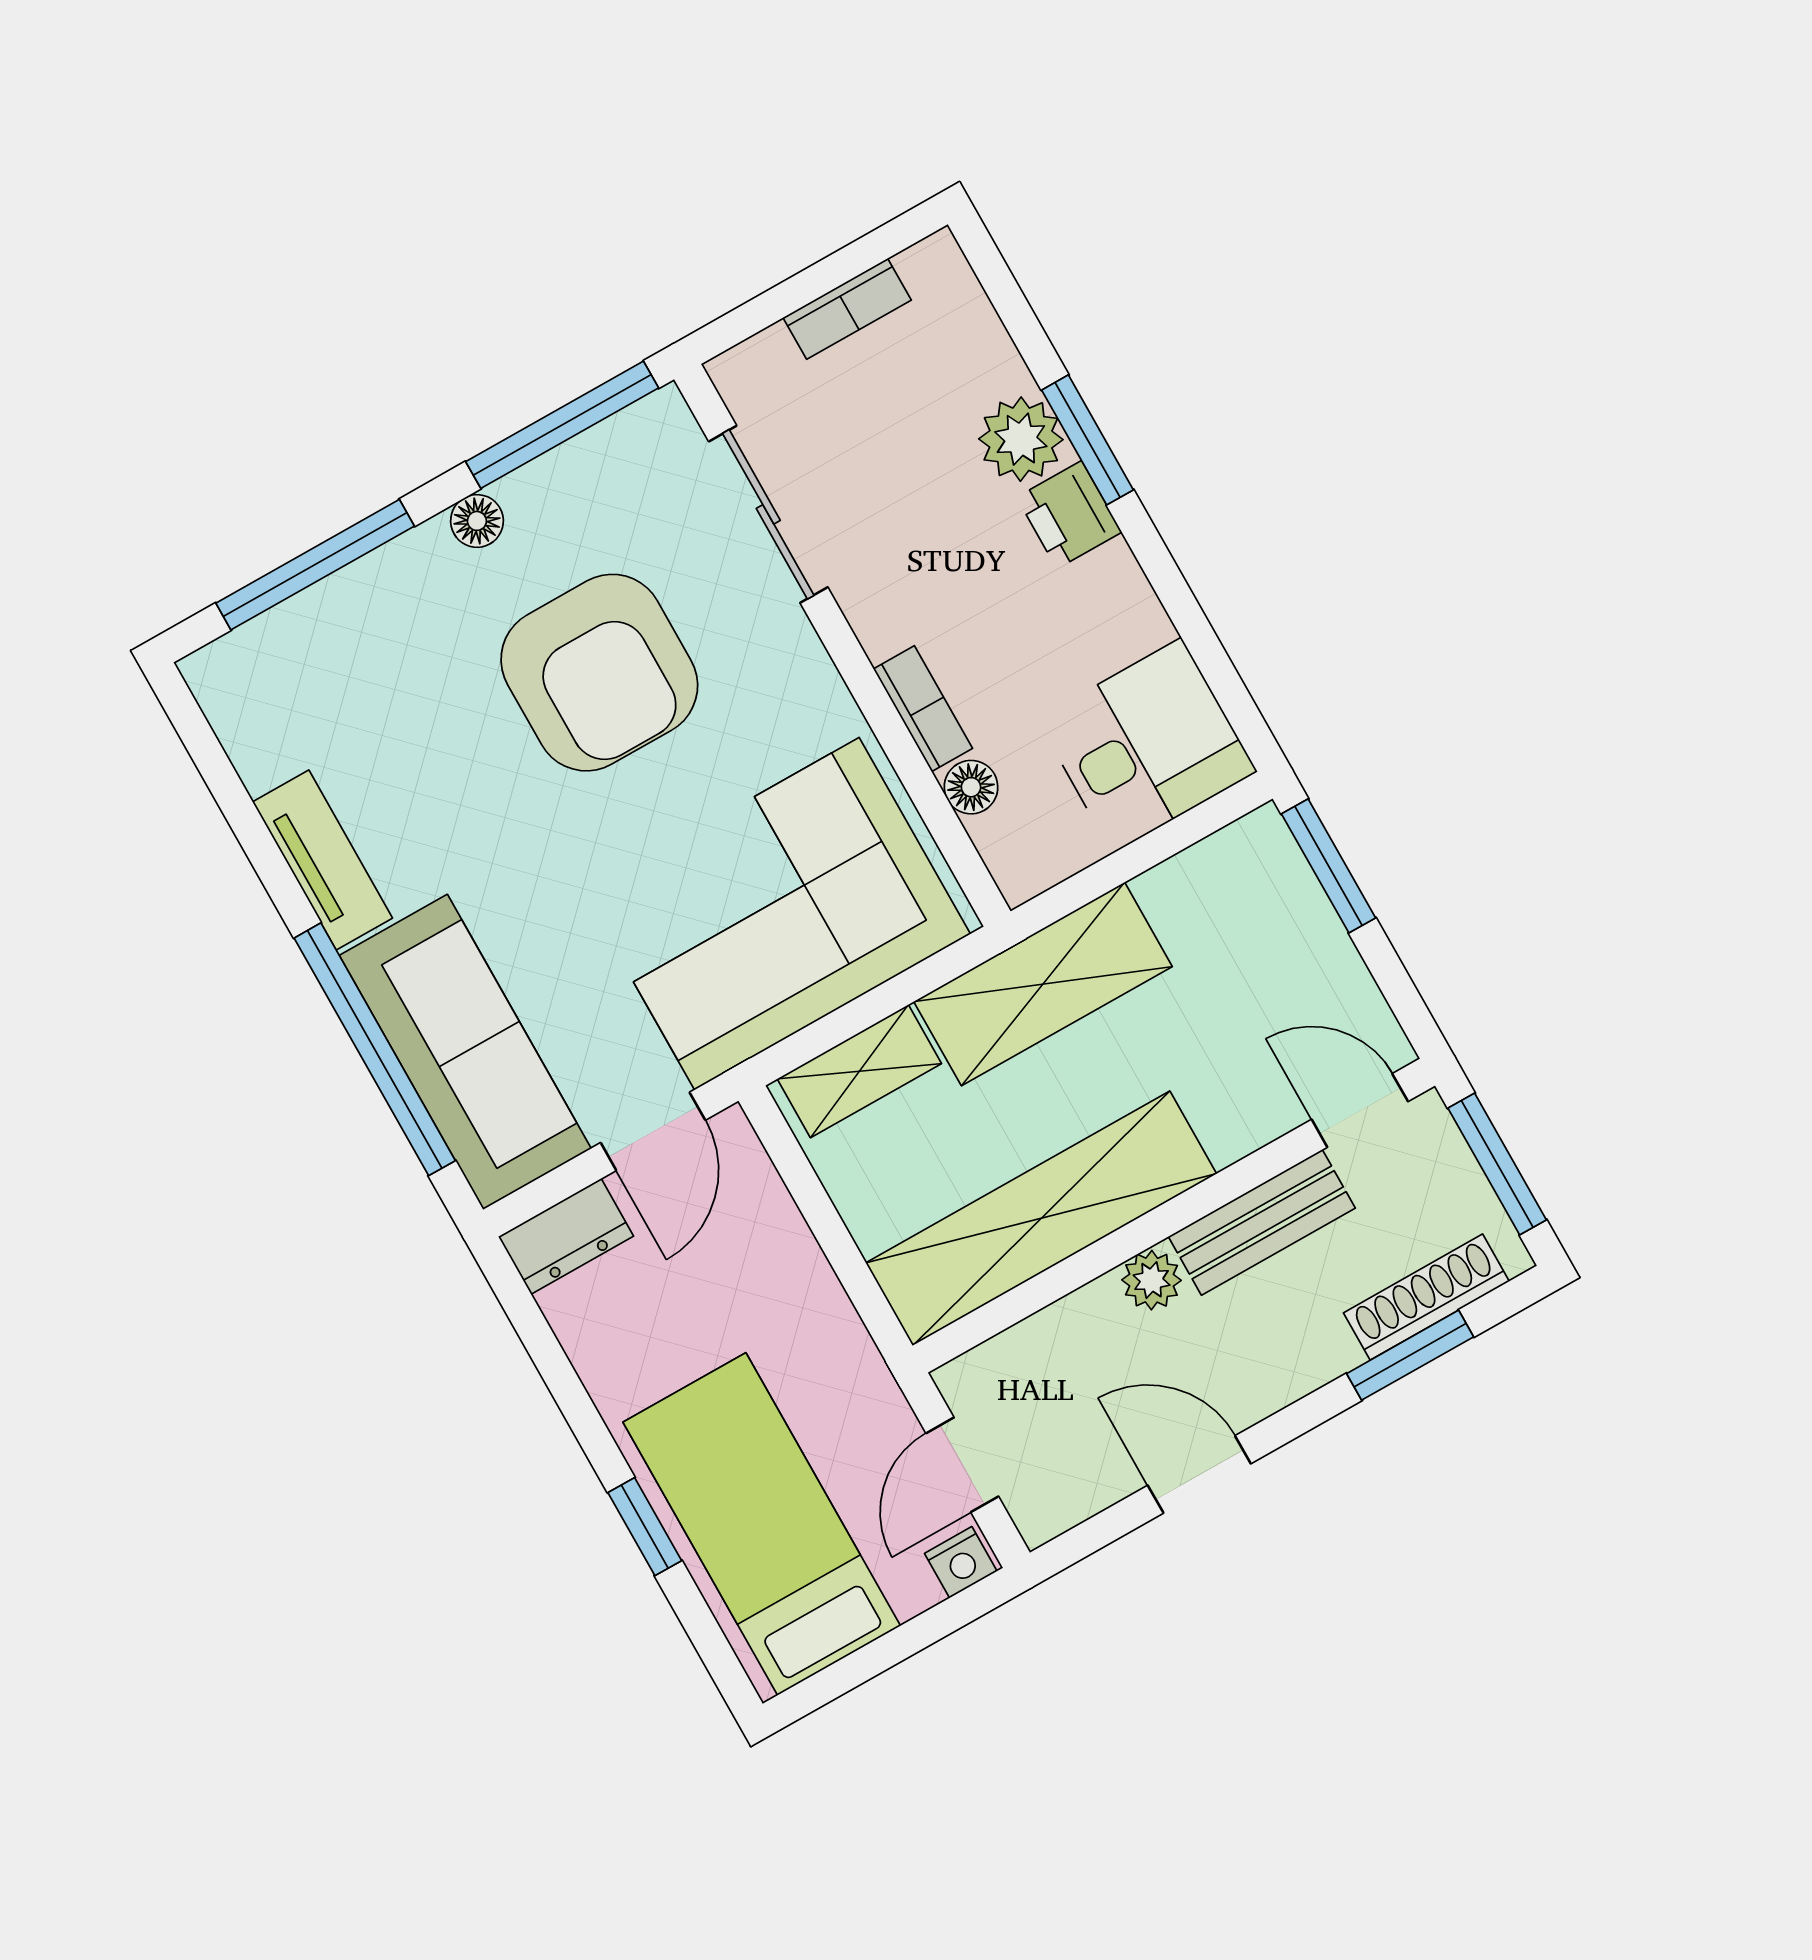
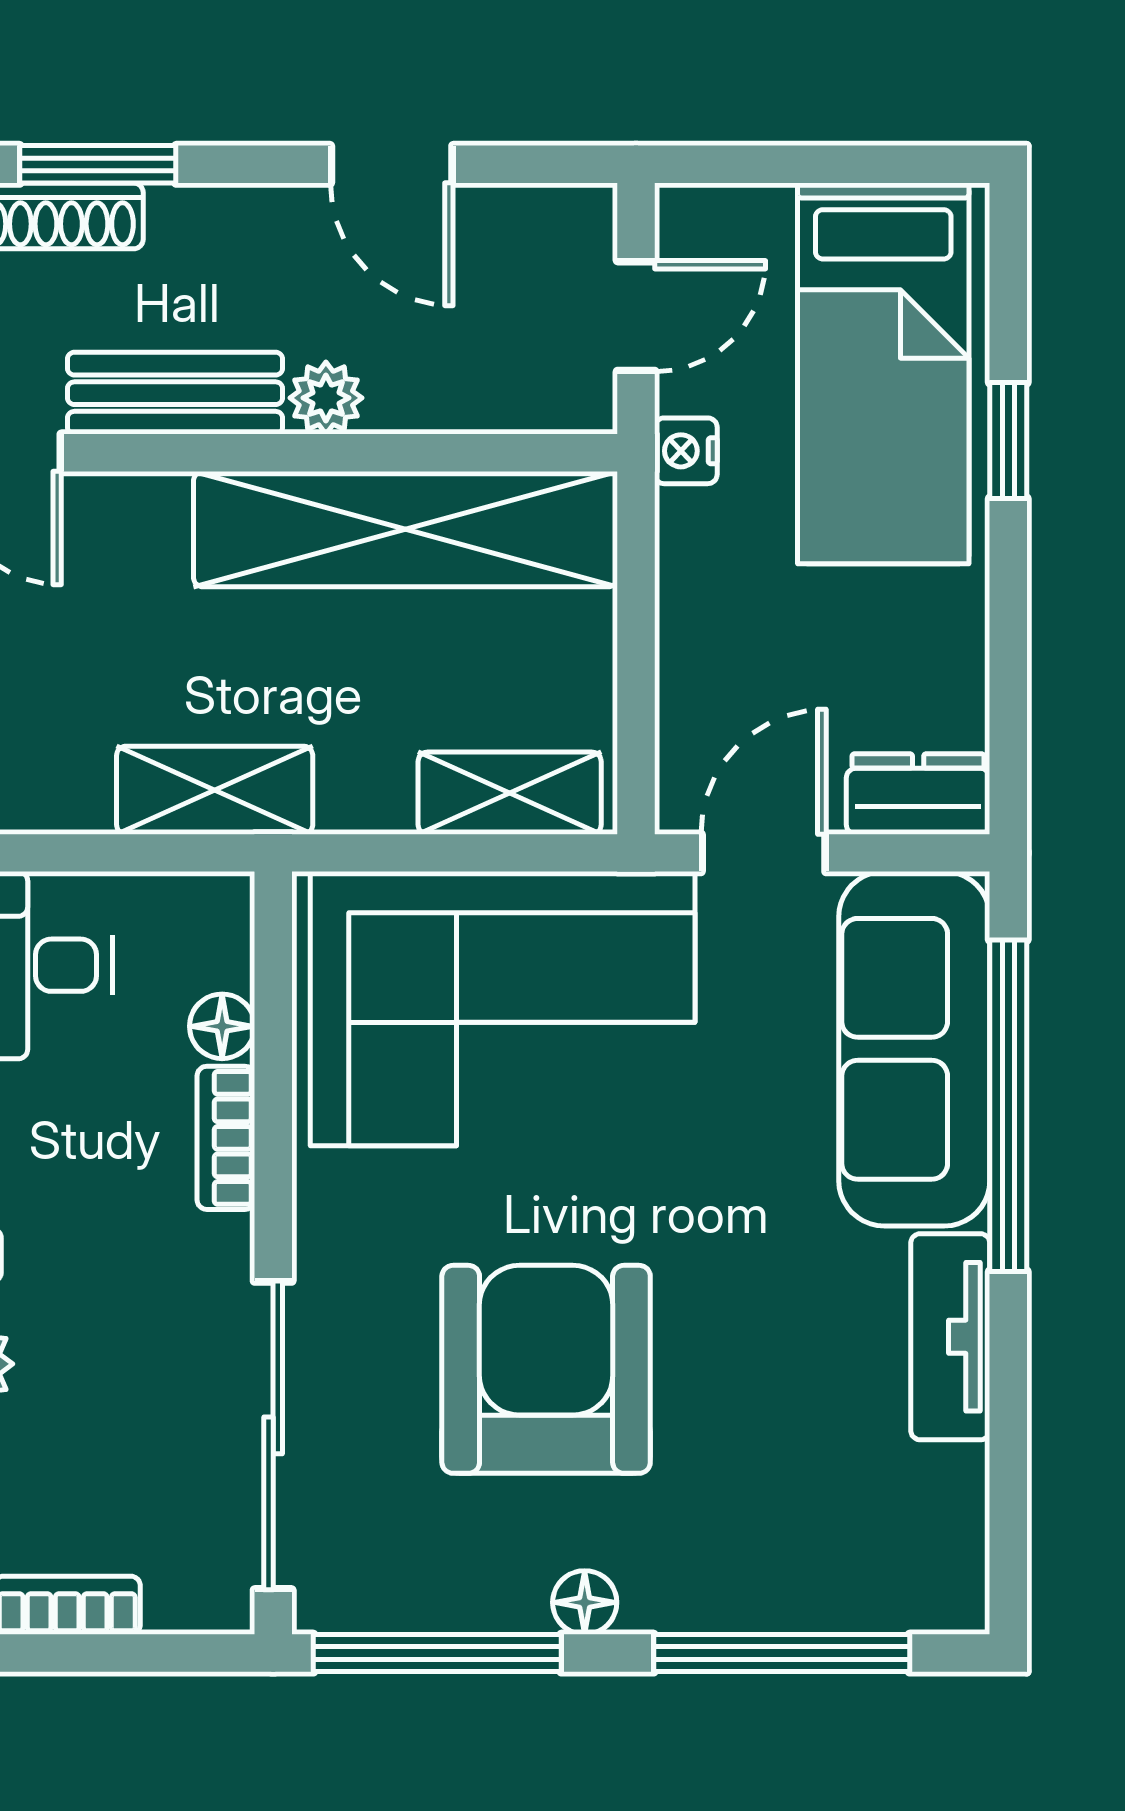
sliding door: (768, 514) -> (273, 1435), width x1.37
shelving: (1043, 984) -> (215, 790), width x0.67, depth x0.75
nightstand: (961, 1562) -> (686, 451), moved, turned -90

